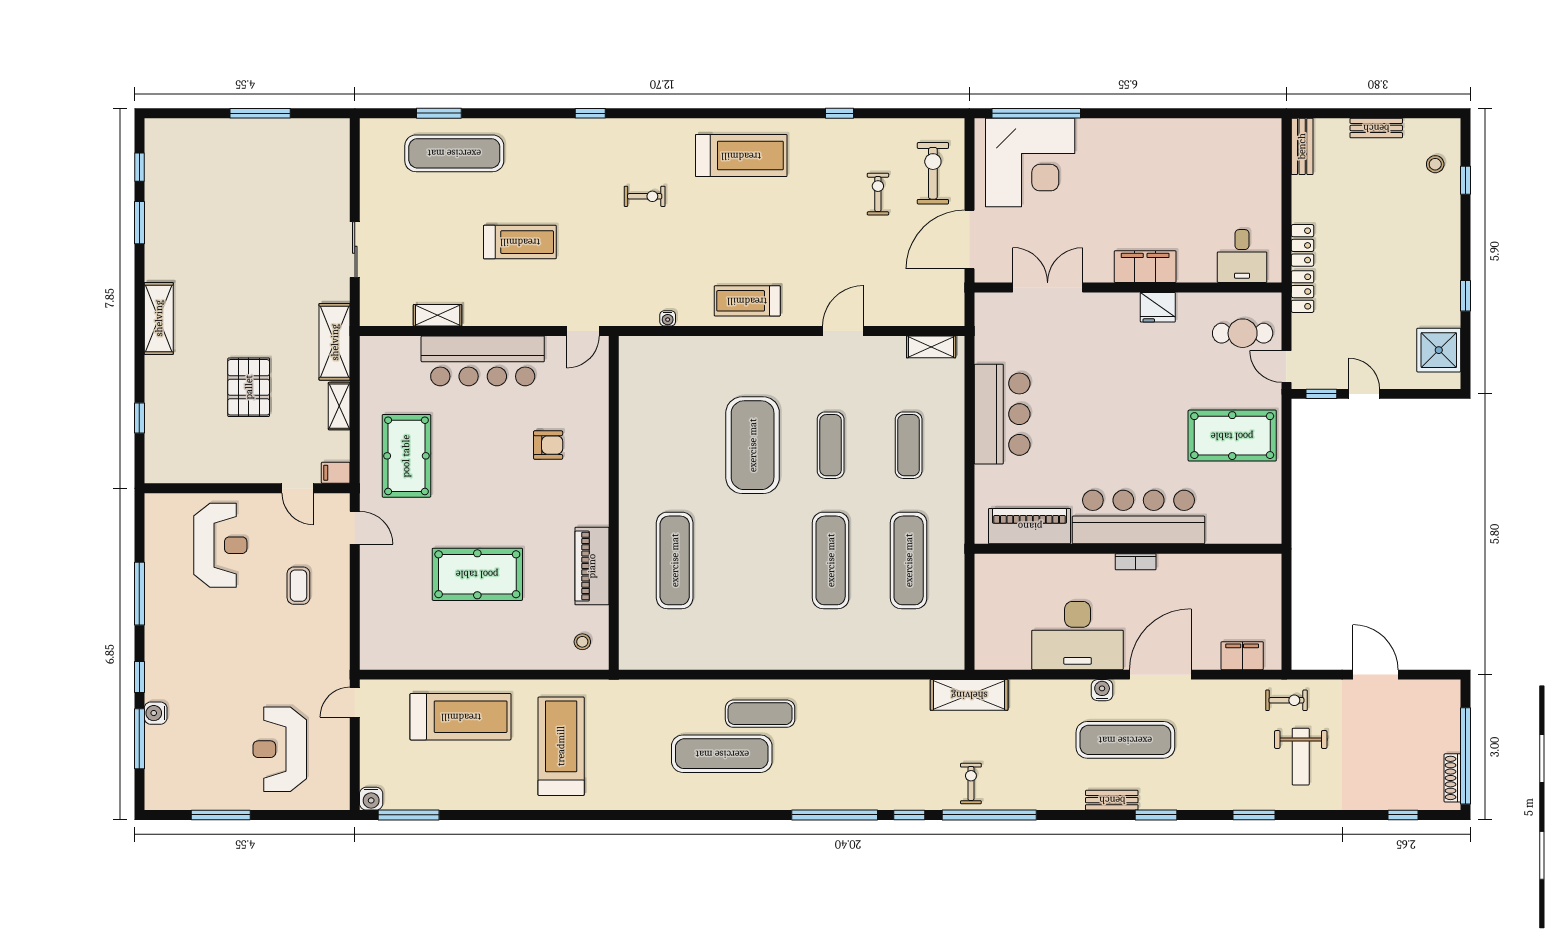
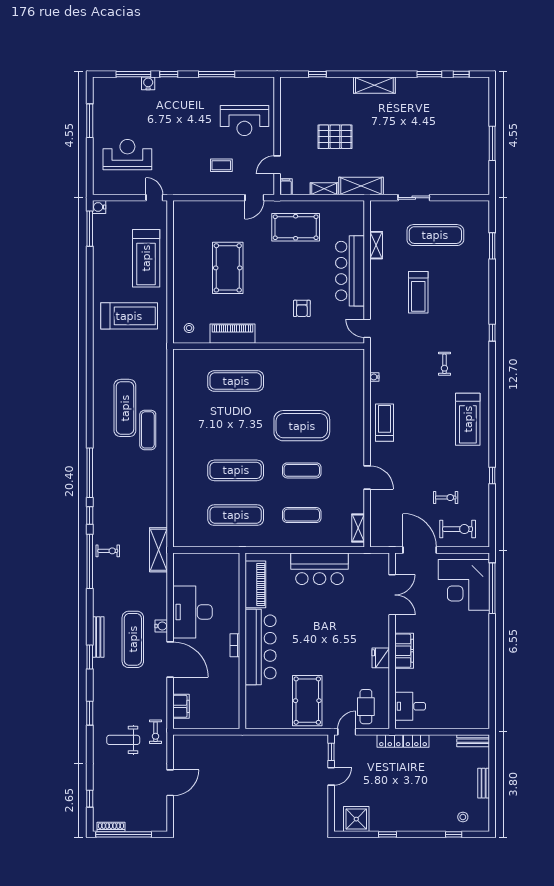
exercise mat: (454, 153) -> (435, 235), moved, turned 90
bench: (1112, 800) -> (98, 637), width x1.36

